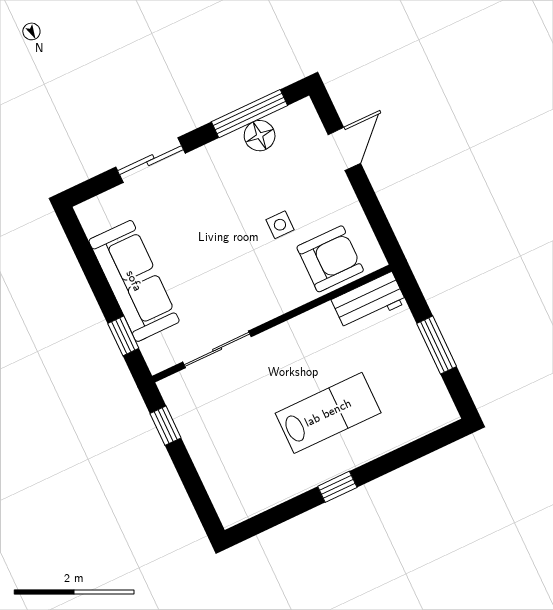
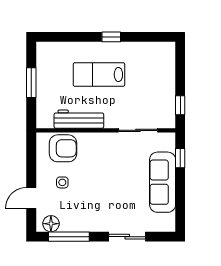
floor lamp: (260, 136) -> (51, 224), moved
side table: (280, 225) -> (62, 182), moved
armchair: (330, 259) -> (63, 148), turned 180
workbench: (369, 301) -> (79, 119), moved, width x1.38

